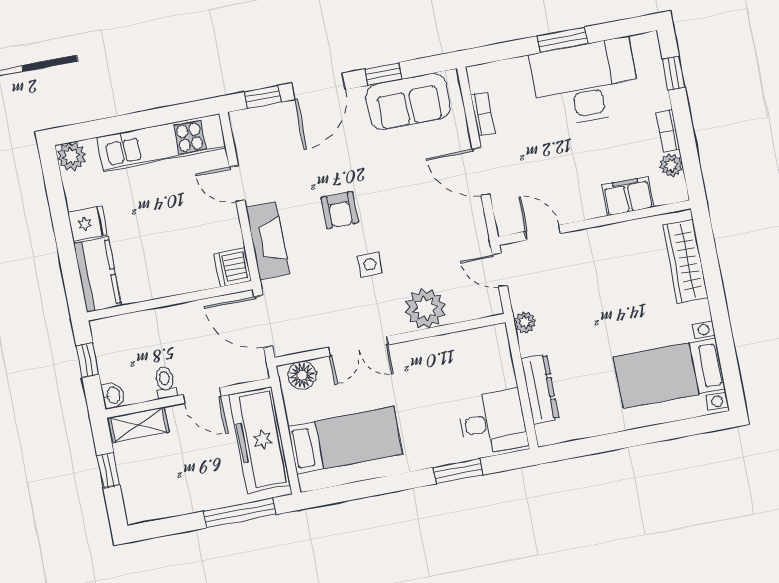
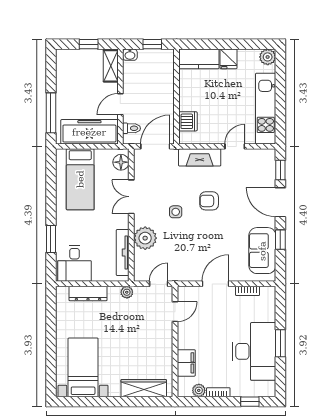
dishwasher: (233, 267) -> (188, 121), moved, turned 90
tv unit: (458, 343) -> (123, 253), added
toilet: (165, 382) -> (132, 128), moved

